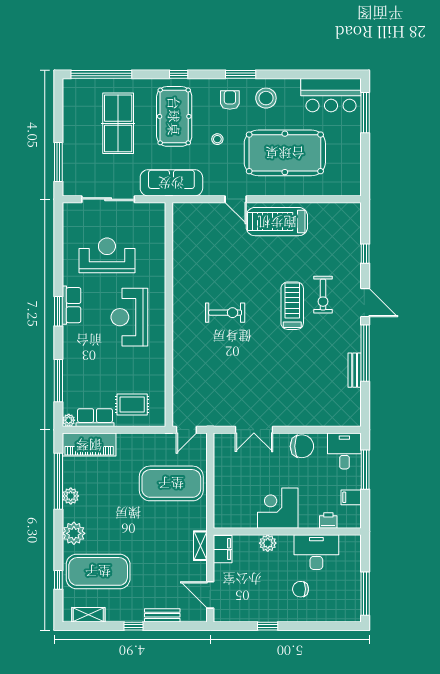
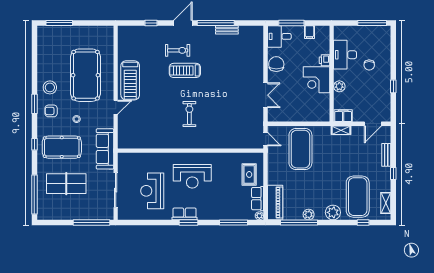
bar counter: (331, 95) -> (48, 45), removed
window: (58, 162) -> (91, 222), width x1.46
printer: (328, 520) -> (324, 60), moved

